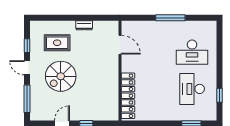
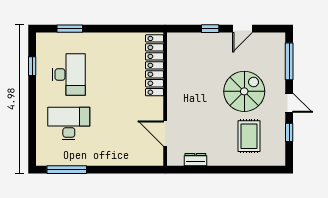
window: (170, 18) -> (67, 170), moved
dresser: (84, 25) -> (195, 160), moved
rug: (57, 43) -> (249, 136), turned 90

